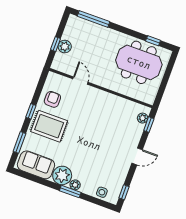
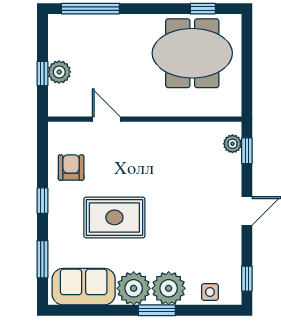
rug: (49, 126) -> (114, 217), moved
plant: (75, 185) -> (169, 288), width x1.88, depth x1.88

